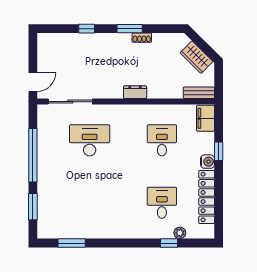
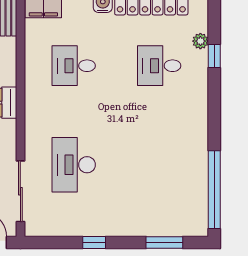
window: (33, 155) -> (94, 243), width x0.32
window: (72, 243) -> (214, 190), width x2.11

